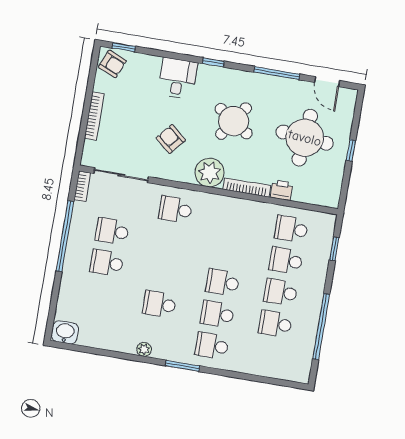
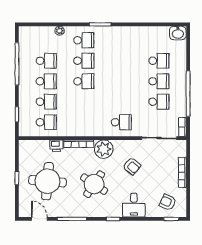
armchair: (112, 64) -> (168, 202), moved
school desk: (159, 304) -> (159, 61), moved
plant: (144, 349) -> (60, 31), moved

